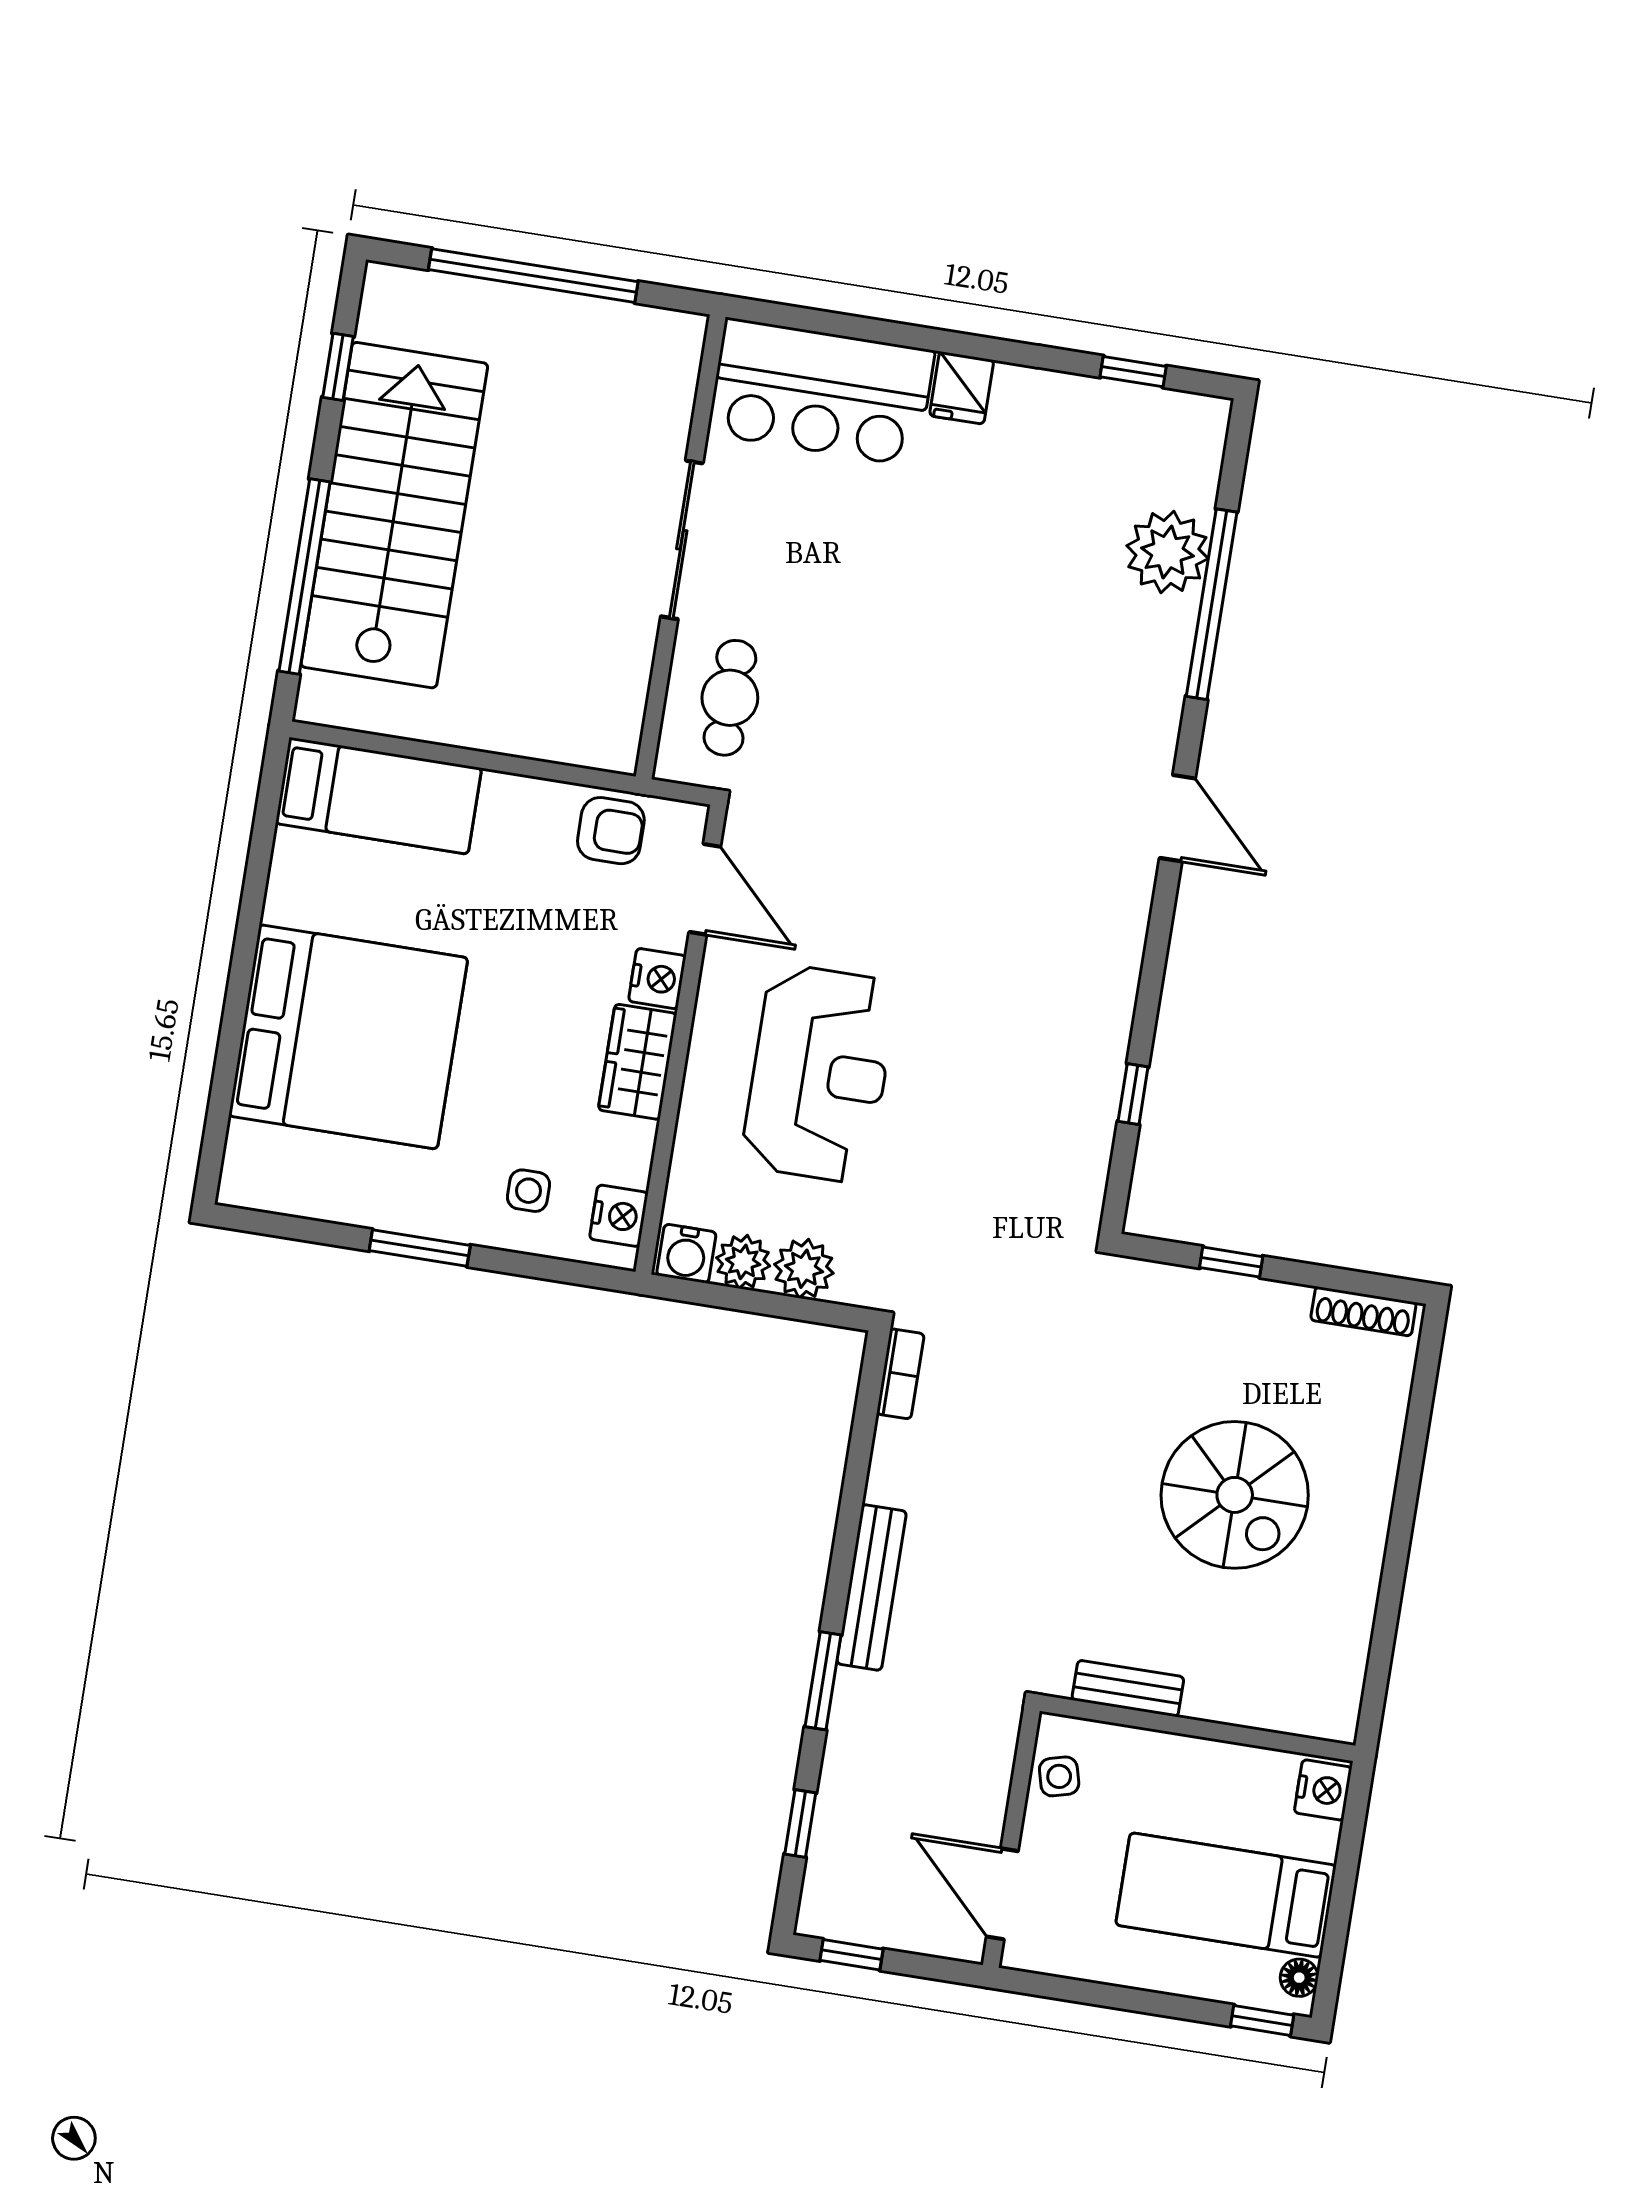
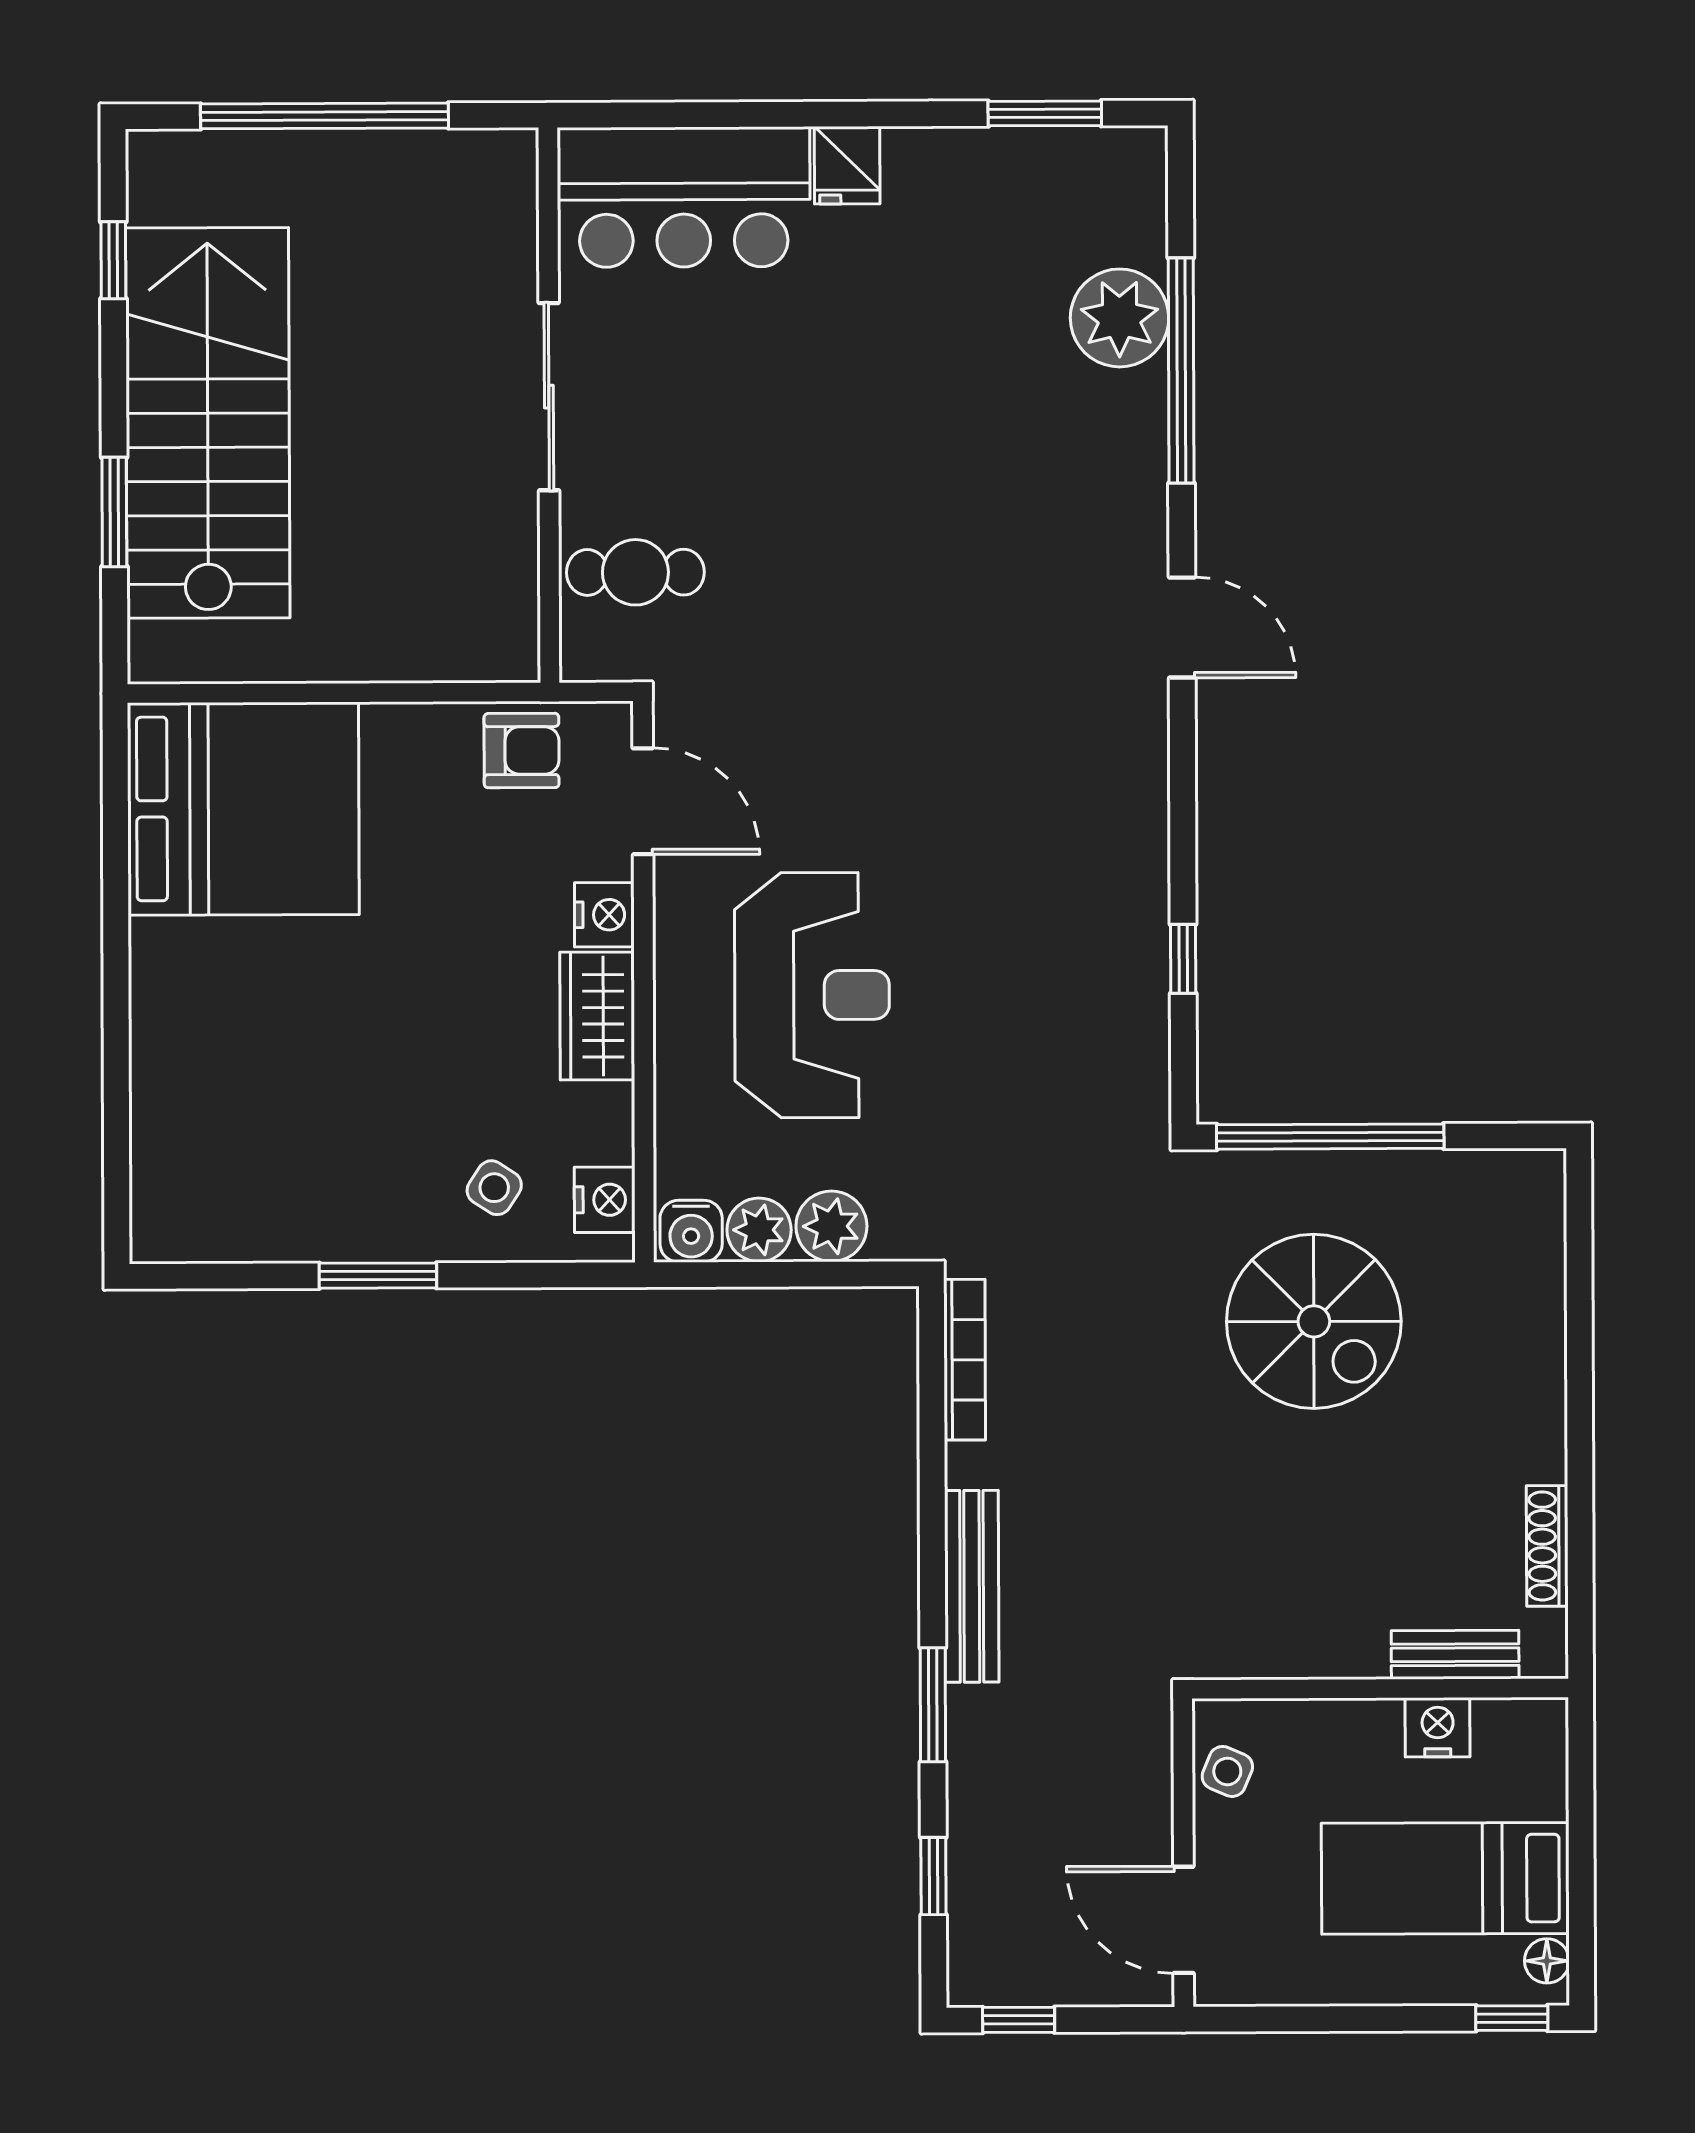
window: (1133, 372) -> (1045, 113), width x1.50
window: (304, 577) -> (114, 512), width x0.47
cafe table: (730, 698) -> (635, 572), turned 90
bed: (379, 796) -> (243, 809), width x2.04
bed: (348, 1037) -> (254, 1042), removed
side table: (528, 1191) -> (494, 1188), turned 33
window: (1231, 1262) -> (1330, 1137), width x3.17
shoe rack: (1363, 1311) -> (1547, 1546), moved, turned 90
bookcase: (900, 1374) -> (965, 1360), width x1.56
spiral stairs: (1235, 1495) -> (1314, 1321), moved
bench: (1128, 1688) -> (1455, 1655), moved
side table: (1059, 1776) -> (1227, 1771), turned 38
nightstand: (1323, 1790) -> (1438, 1727), moved, turned -90

